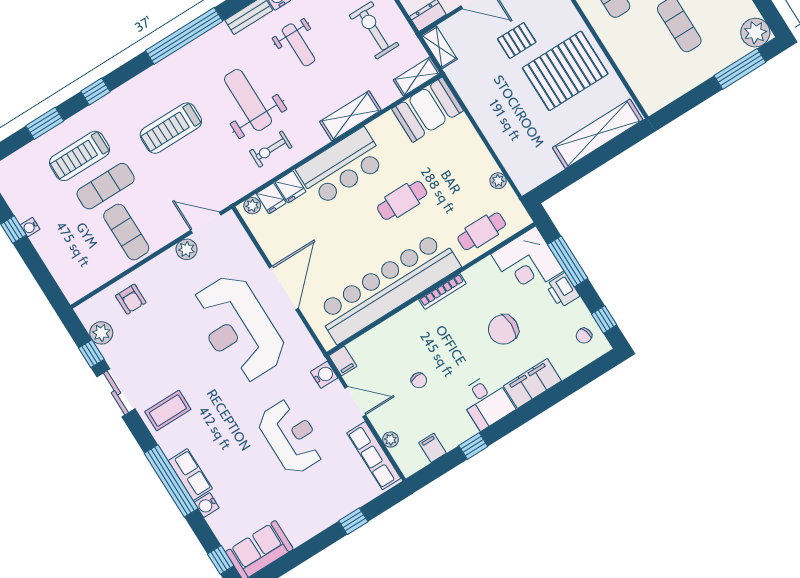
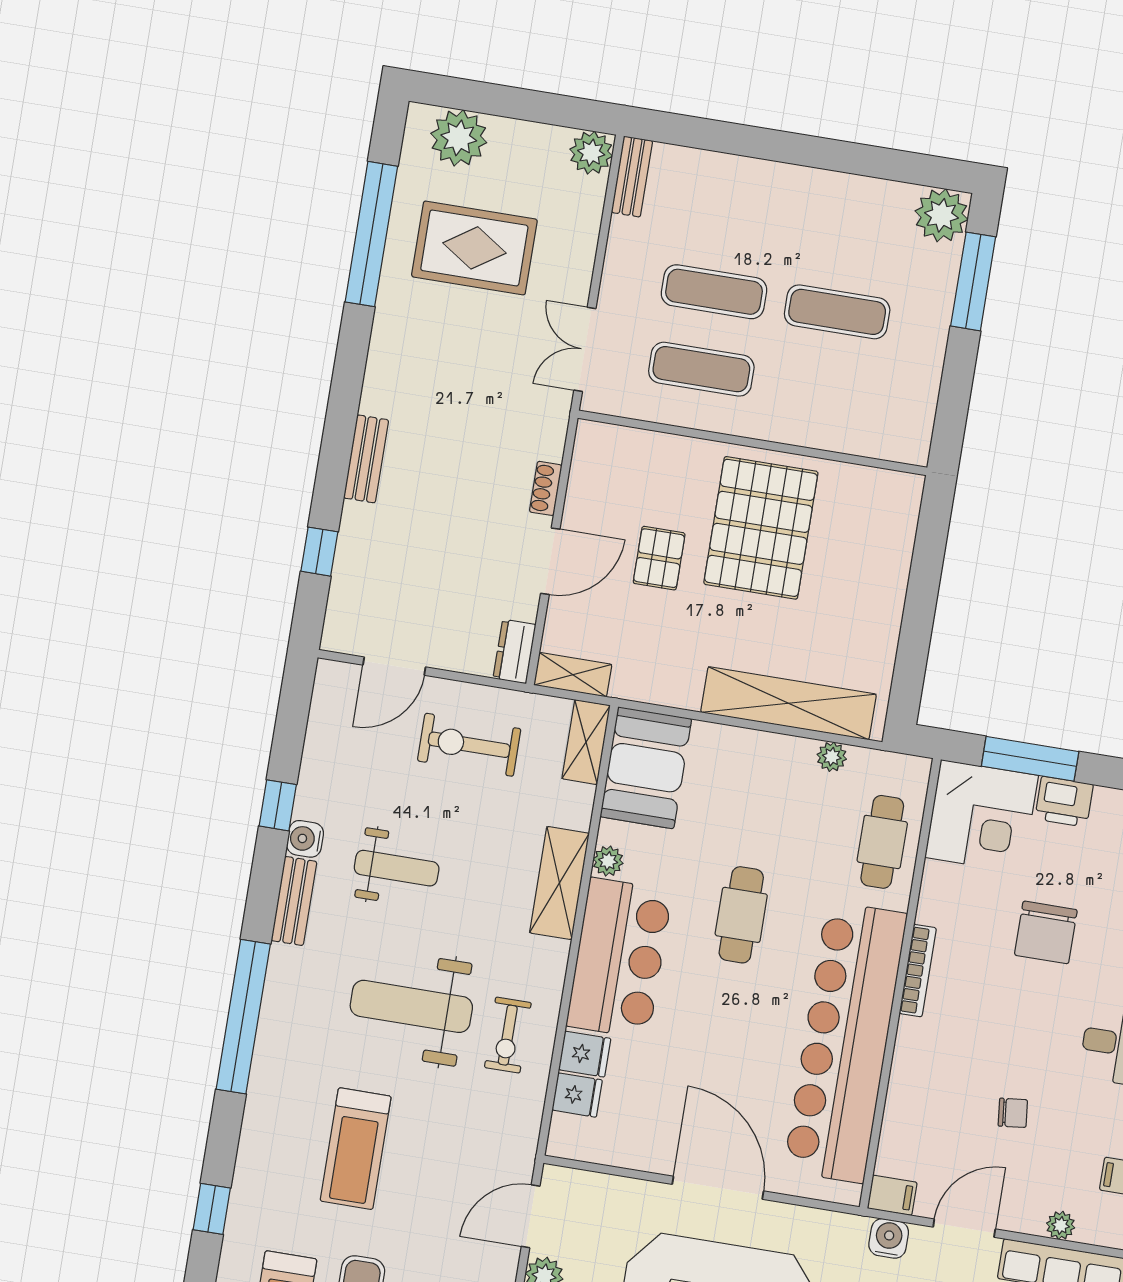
shelving: (598, 134) -> (788, 703), moved, turned 90
plant: (252, 206) -> (608, 861), moved

